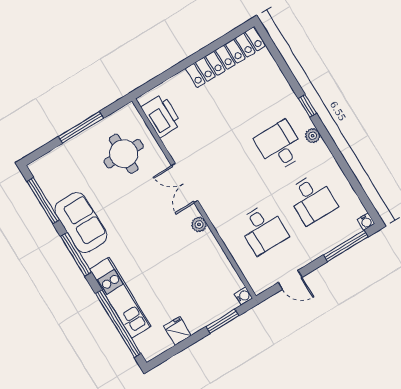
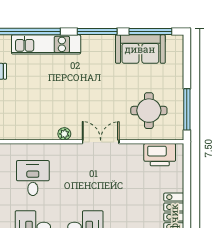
window: (81, 127) -> (187, 109), moved
sofa: (81, 223) -> (140, 49), moved
desk: (263, 229) -> (33, 178), turned 90

